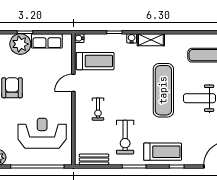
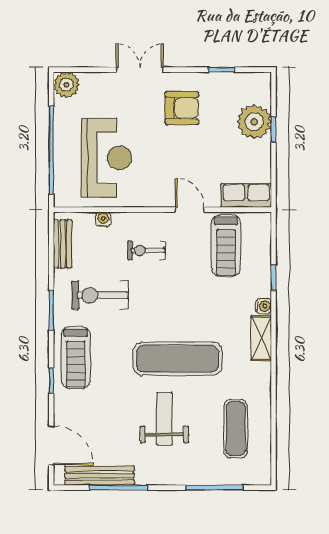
water cooler: (79, 38) -> (103, 219), moved
row of seats: (47, 41) -> (246, 195), moved, turned 90

